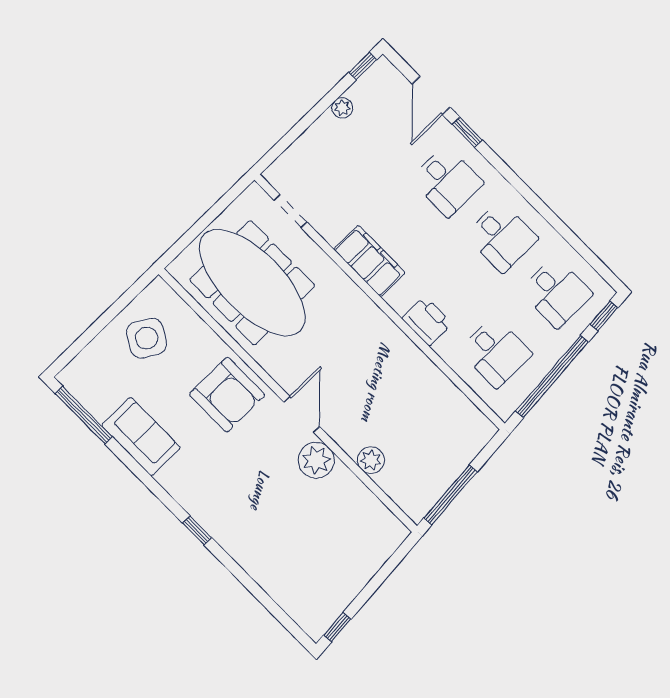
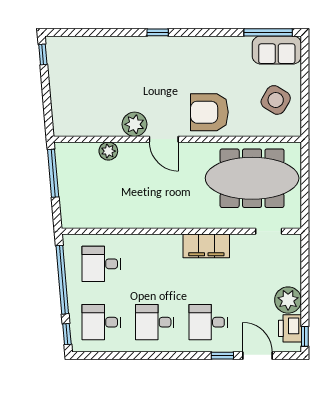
plant: (342, 108) -> (288, 300), width x1.88, depth x1.88
printer: (427, 321) -> (290, 328), moved, turned 90
sofa: (141, 437) -> (277, 50), moved

